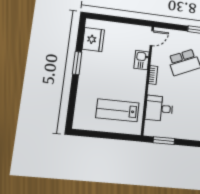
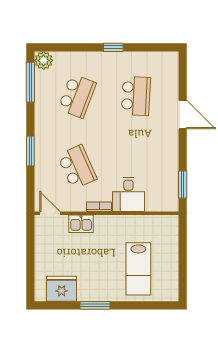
desk: (159, 108) -> (128, 194), moved
lab bench: (117, 110) -> (138, 269), moved

